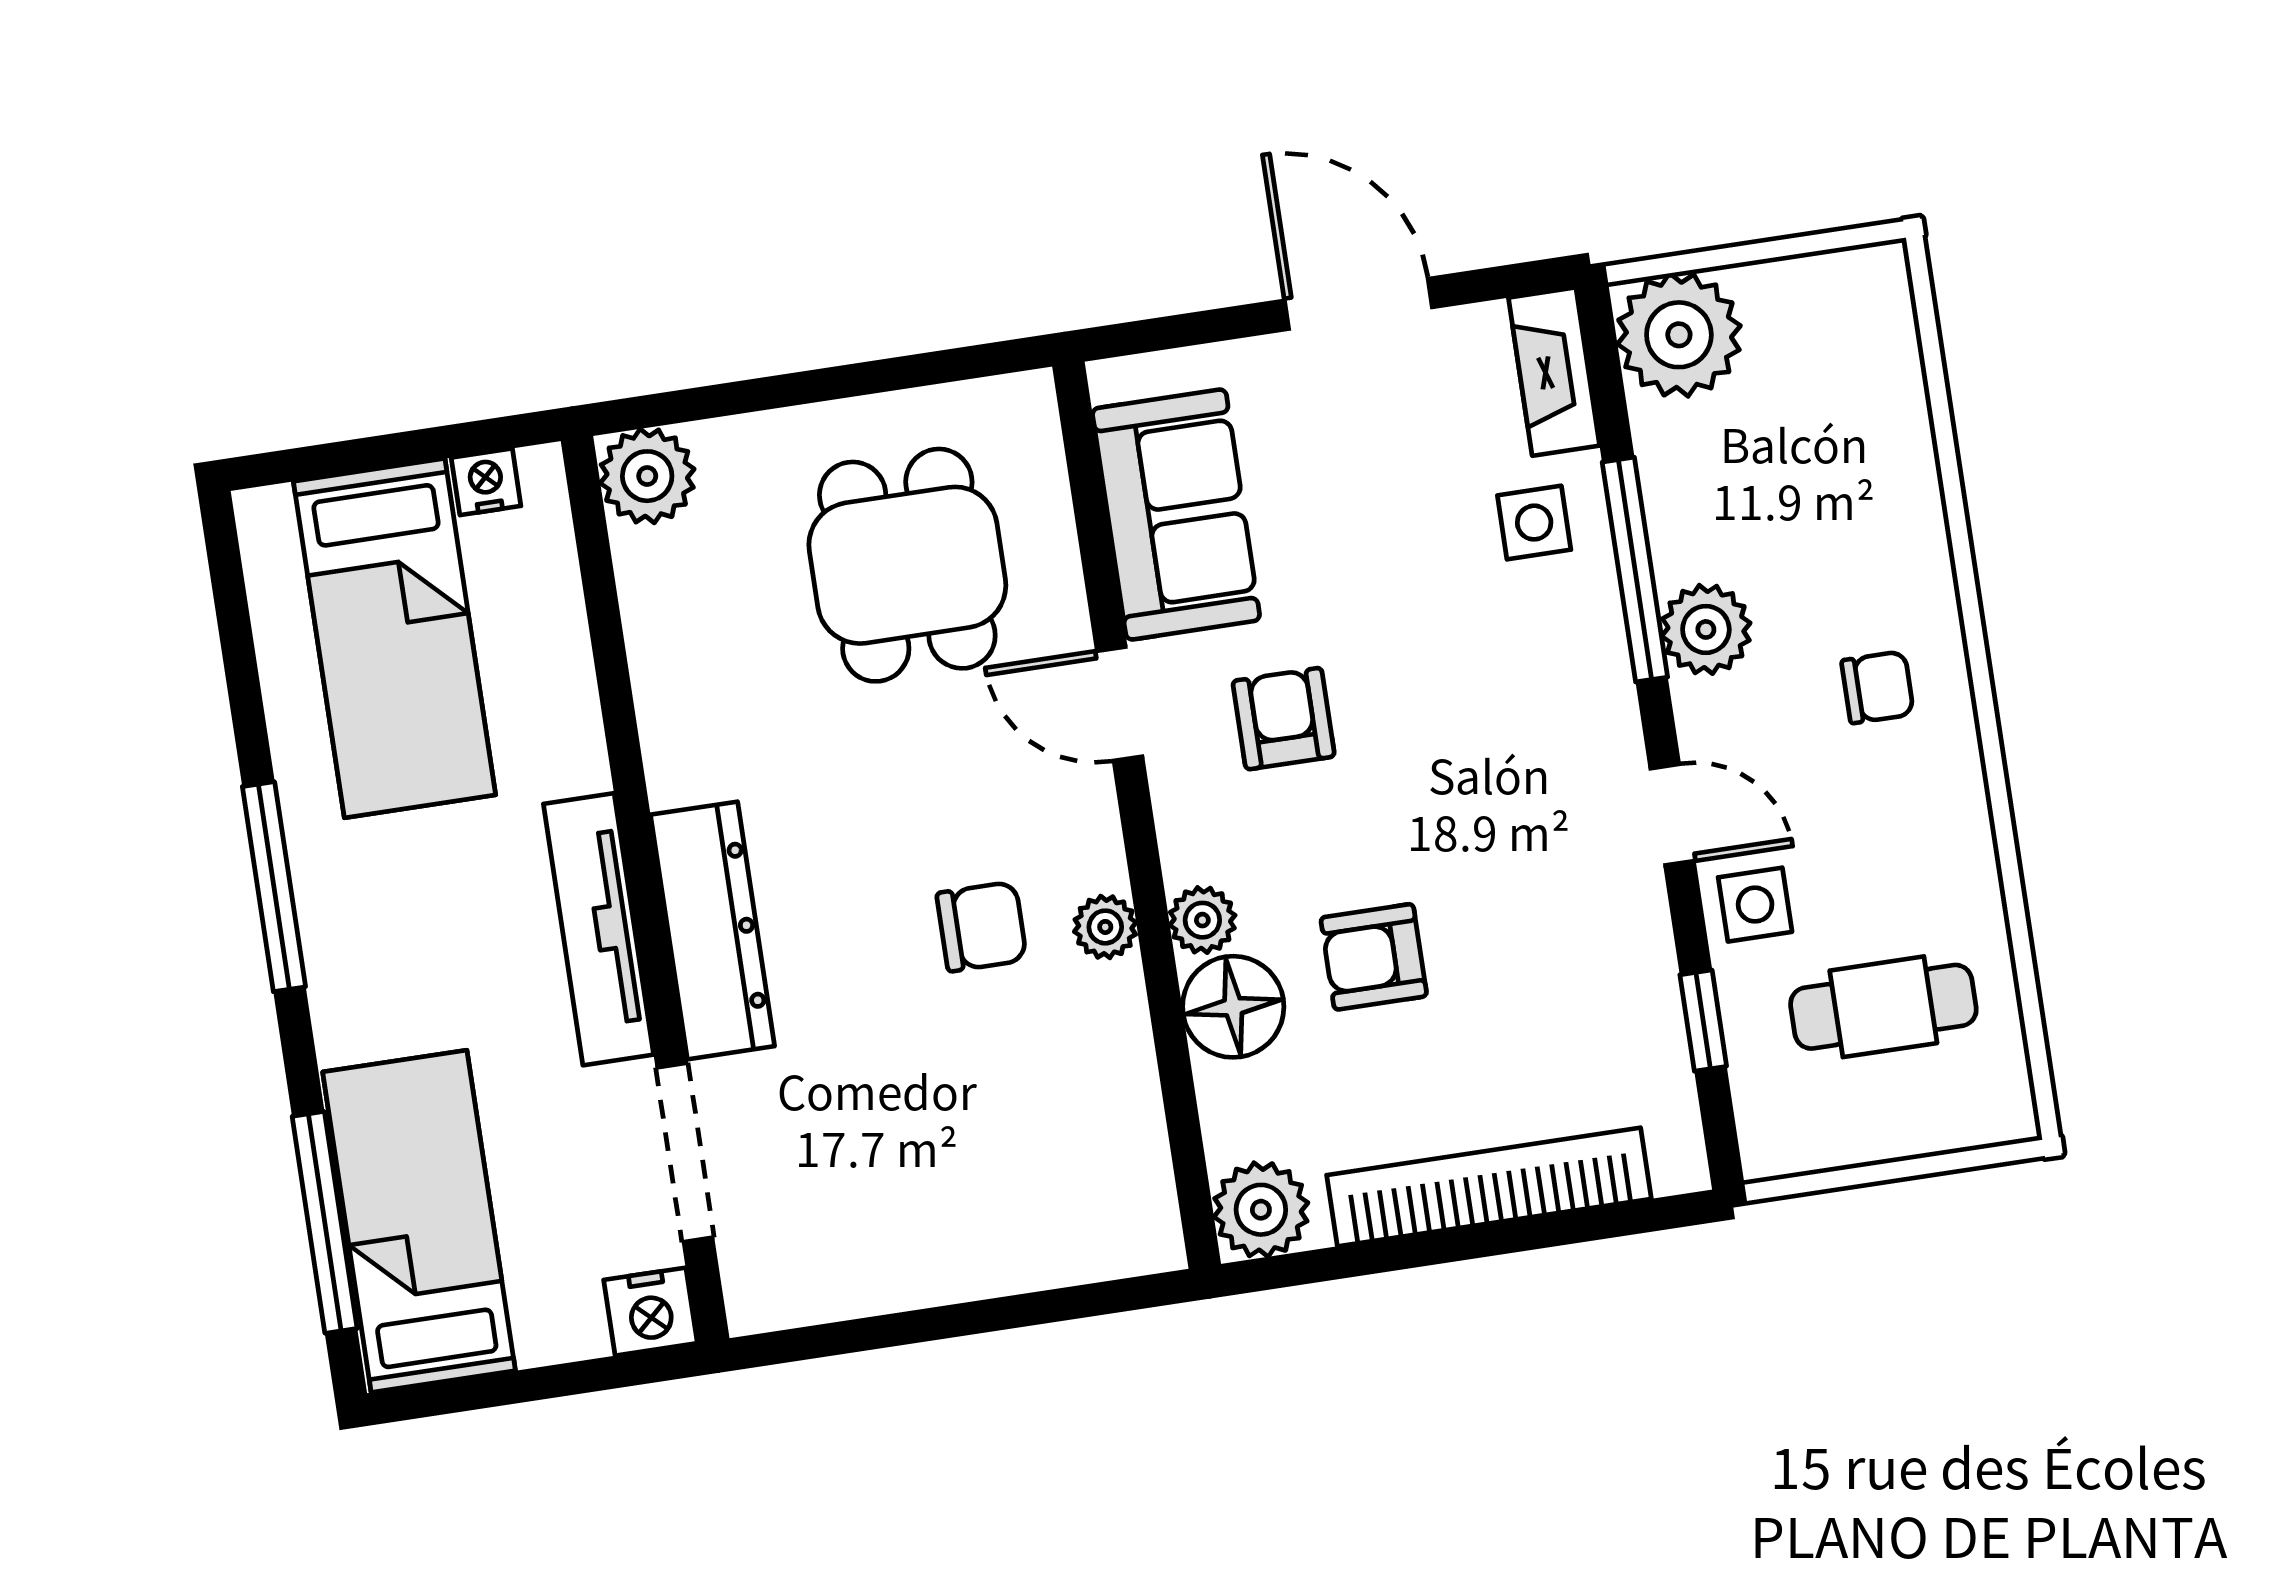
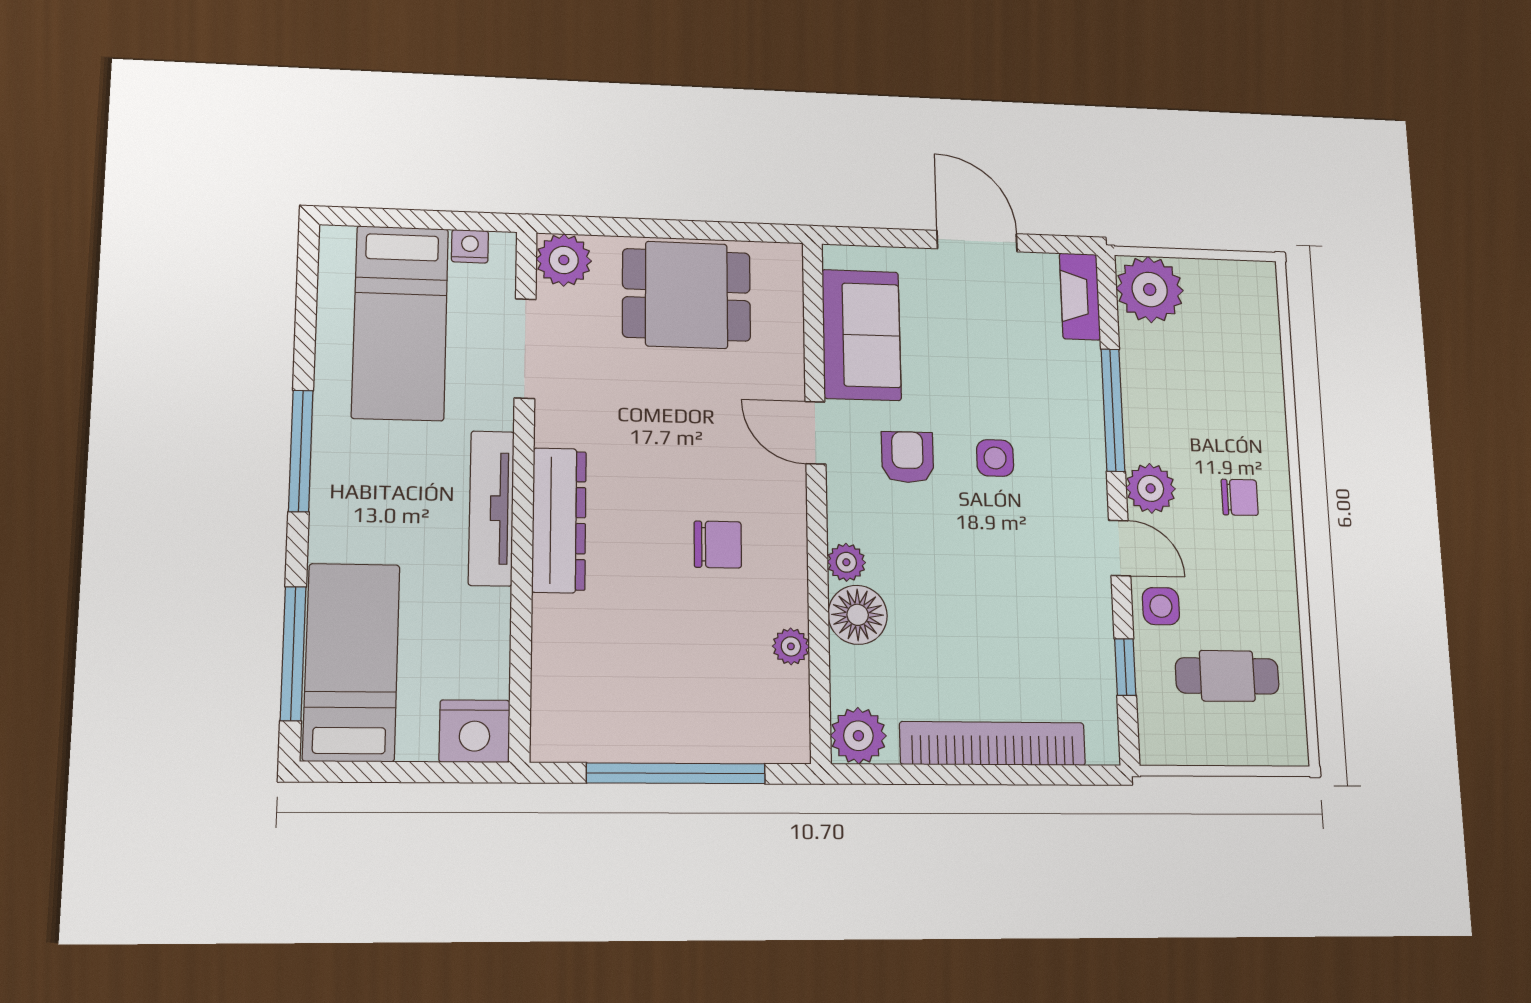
side table: (1534, 523) -> (995, 458), moved
dining table: (907, 565) -> (687, 295), moved, turned 90
plant: (1706, 629) -> (1151, 488), moved
plant: (1105, 927) -> (791, 646), moved
armchair: (1374, 957) -> (942, 600), removed
doorway: (685, 1152) -> (525, 348), moved
nightstand: (650, 1312) -> (475, 731), width x1.36, depth x1.33
window: (969, 1319) -> (676, 773), added

